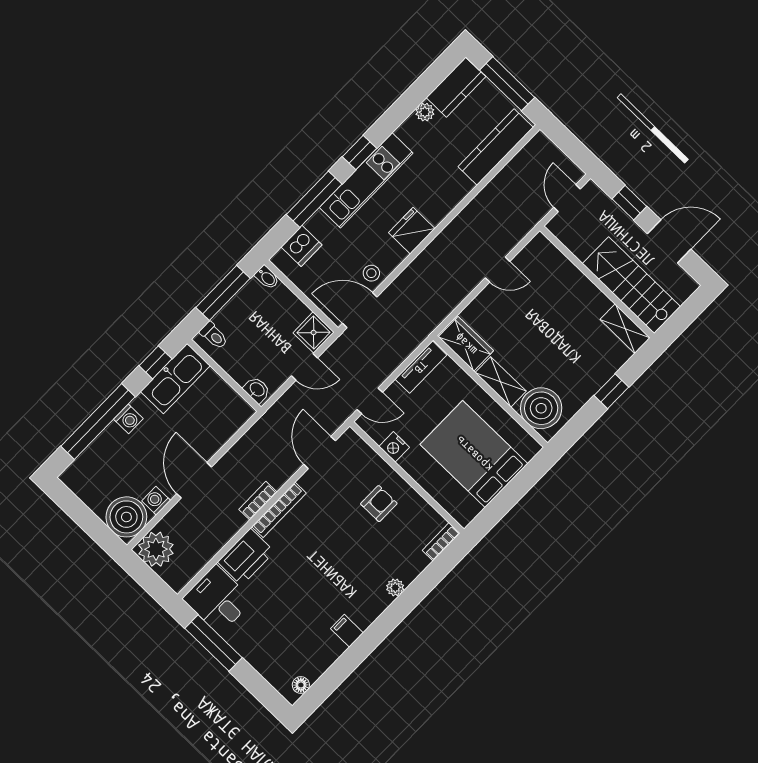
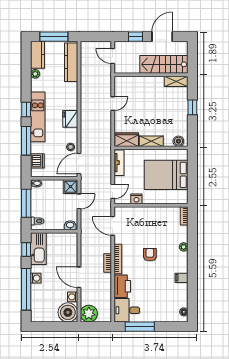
boiler: (541, 408) -> (178, 141), width x0.54, depth x0.54
armchair: (379, 504) -> (150, 255), moved

